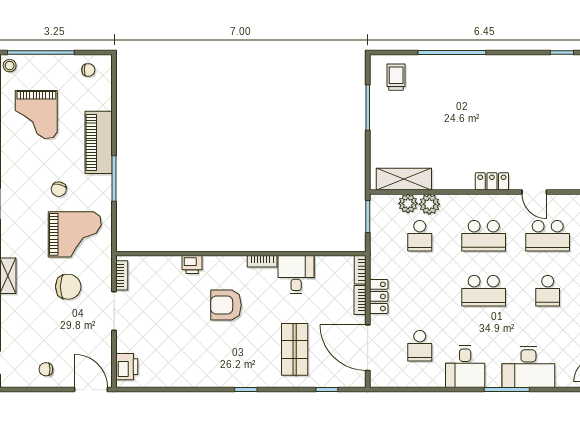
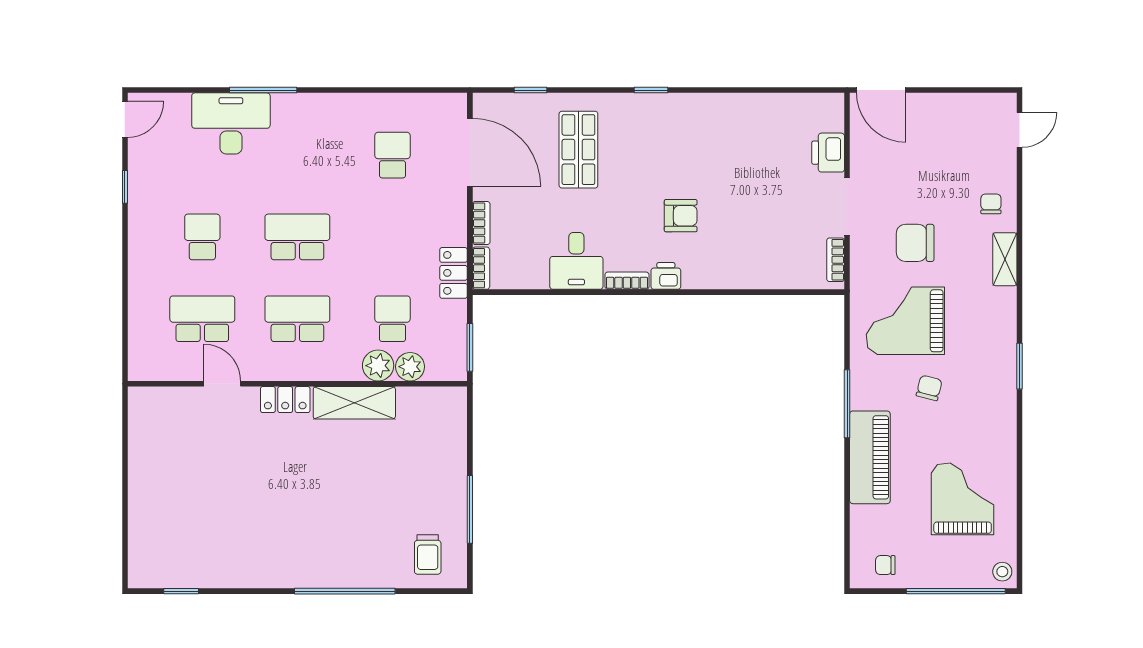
shelving: (404, 179) -> (354, 403), moved
printer: (192, 264) -> (666, 276), moved
locker: (379, 296) -> (454, 273), moved
armchair: (226, 305) -> (681, 216), width x0.72, depth x0.72
printer: (127, 367) -> (828, 153), moved
desk: (465, 367) -> (325, 124), removed
chair: (46, 369) -> (991, 204), moved, turned -90

